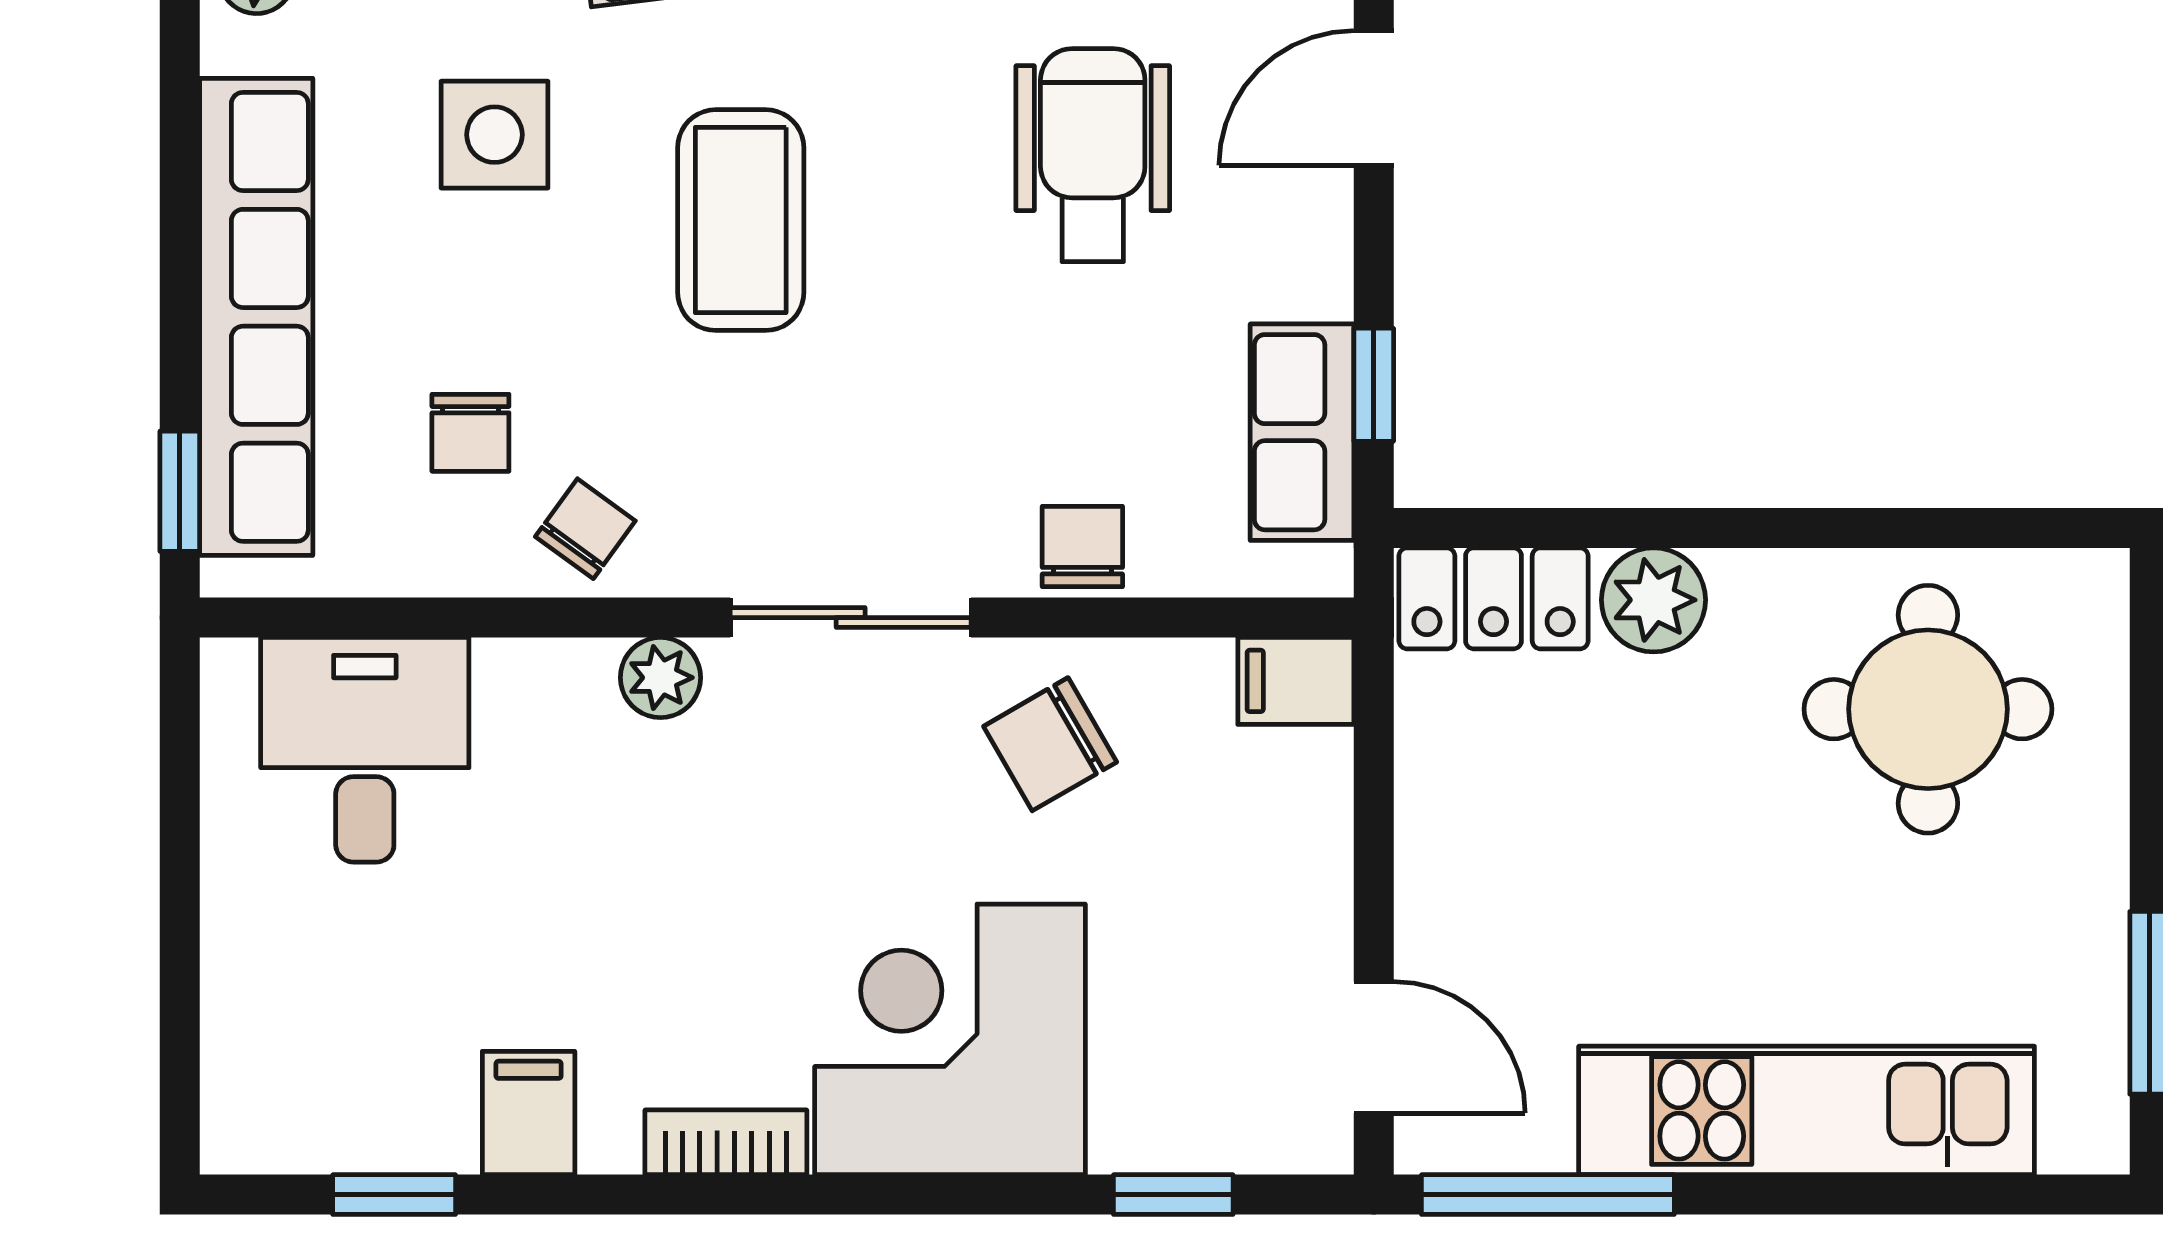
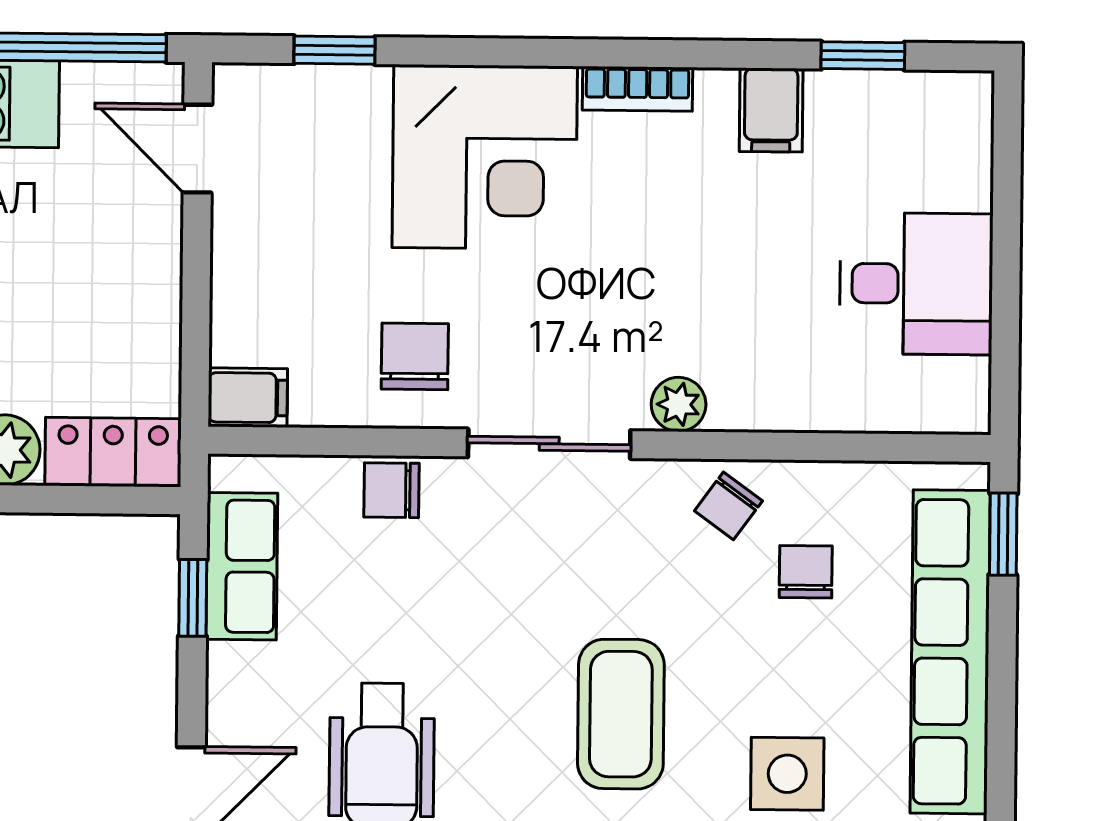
chair: (1082, 547) -> (391, 490), turned 90
chair: (1050, 744) -> (415, 356), turned -60
desk: (365, 750) -> (916, 284), moved, turned -90

